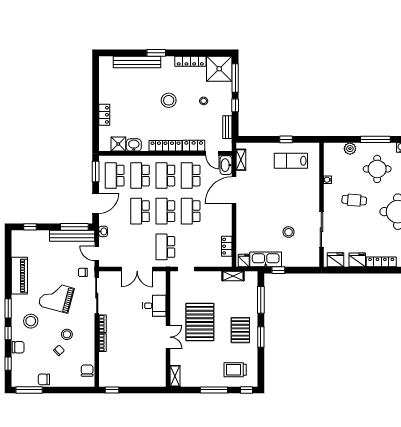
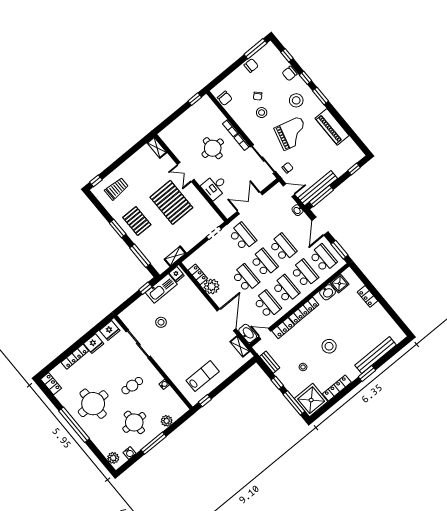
window: (286, 139) -> (205, 401), moved
plant: (224, 227) -> (212, 286), added
round table: (130, 338) -> (213, 148), added
window: (214, 390) -> (120, 161), removed

